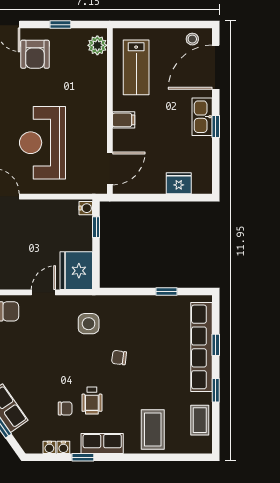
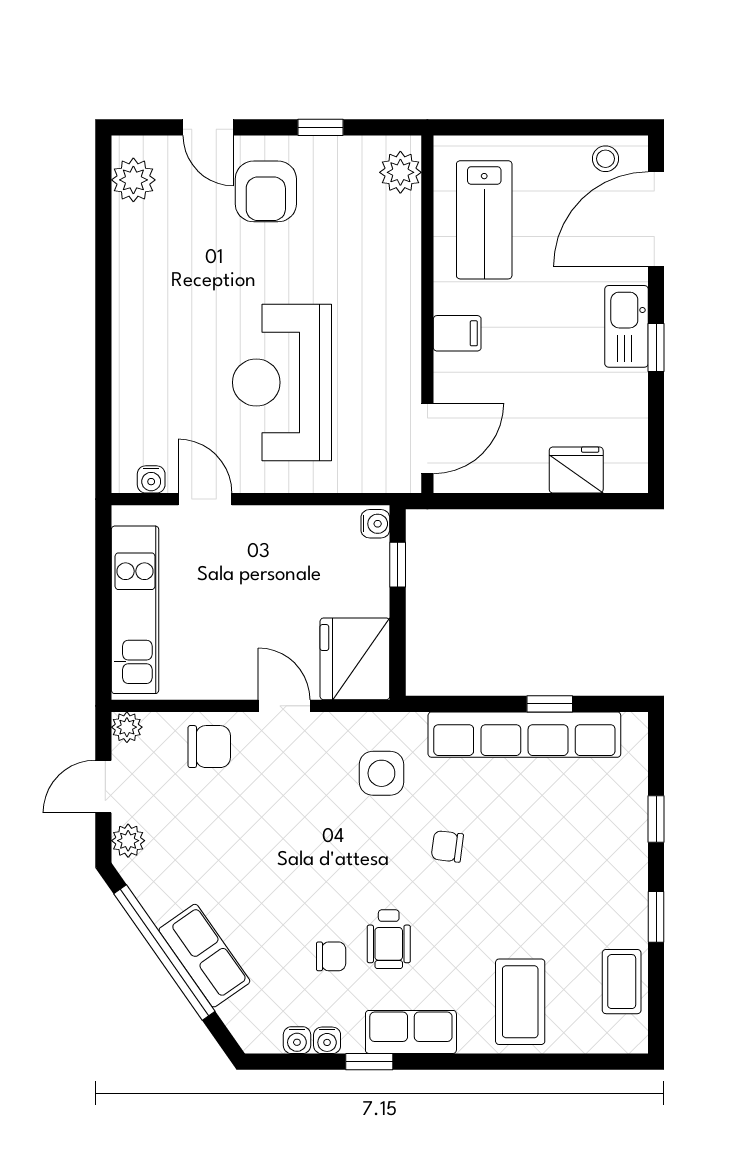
door: (43, 292) -> (284, 706), hinge flipped
row of seats: (201, 347) -> (524, 735), moved, turned -90

